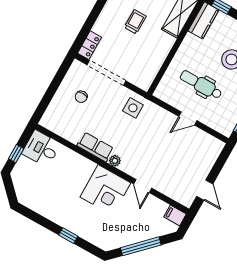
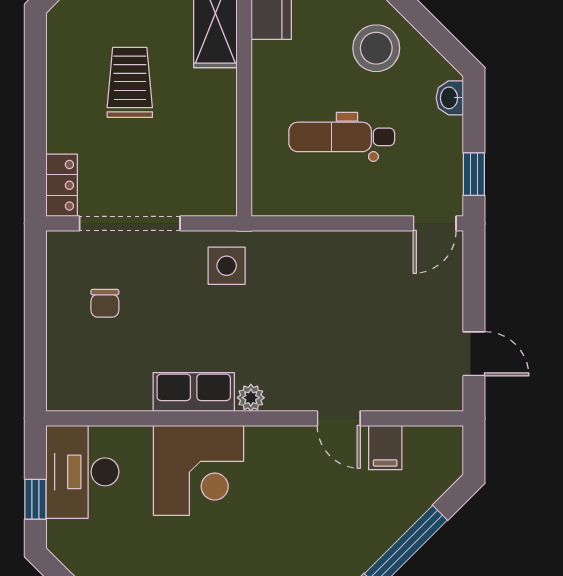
trolley: (135, 22) -> (130, 82), width x1.36, depth x1.39
door: (188, 119) -> (435, 223), moved
desk: (41, 149) -> (82, 472), width x1.37
corner desk: (105, 190) -> (198, 470), moved
filing cabinet: (175, 215) -> (385, 447), moved, turned -90

